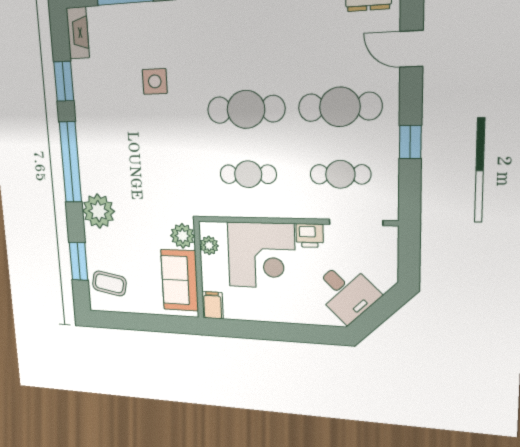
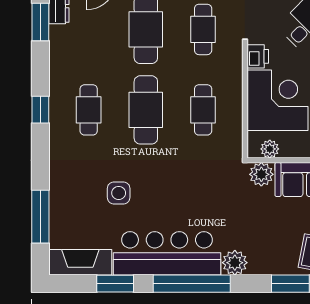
fireplace: (78, 33) -> (80, 262), width x1.37, depth x1.32
cafe table: (244, 42) -> (89, 110), added
bar counter: (97, 136) -> (167, 253), added
plant: (98, 211) -> (235, 263), width x0.73, depth x0.73

